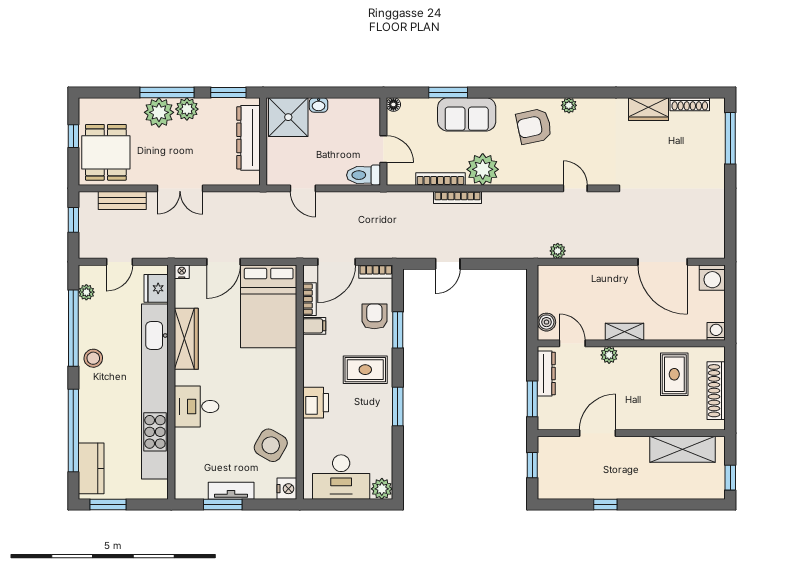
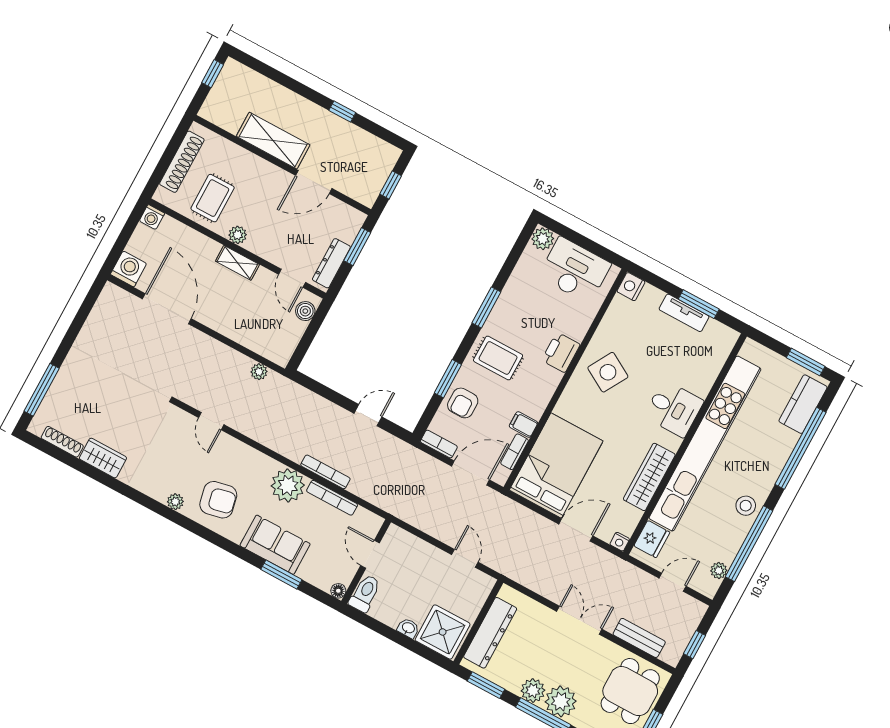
toilet: (364, 175) -> (365, 593), moved, turned -90
plant: (609, 355) -> (238, 235), moved
side table: (271, 445) -> (608, 372), moved
shelving: (682, 449) -> (273, 141), moved

